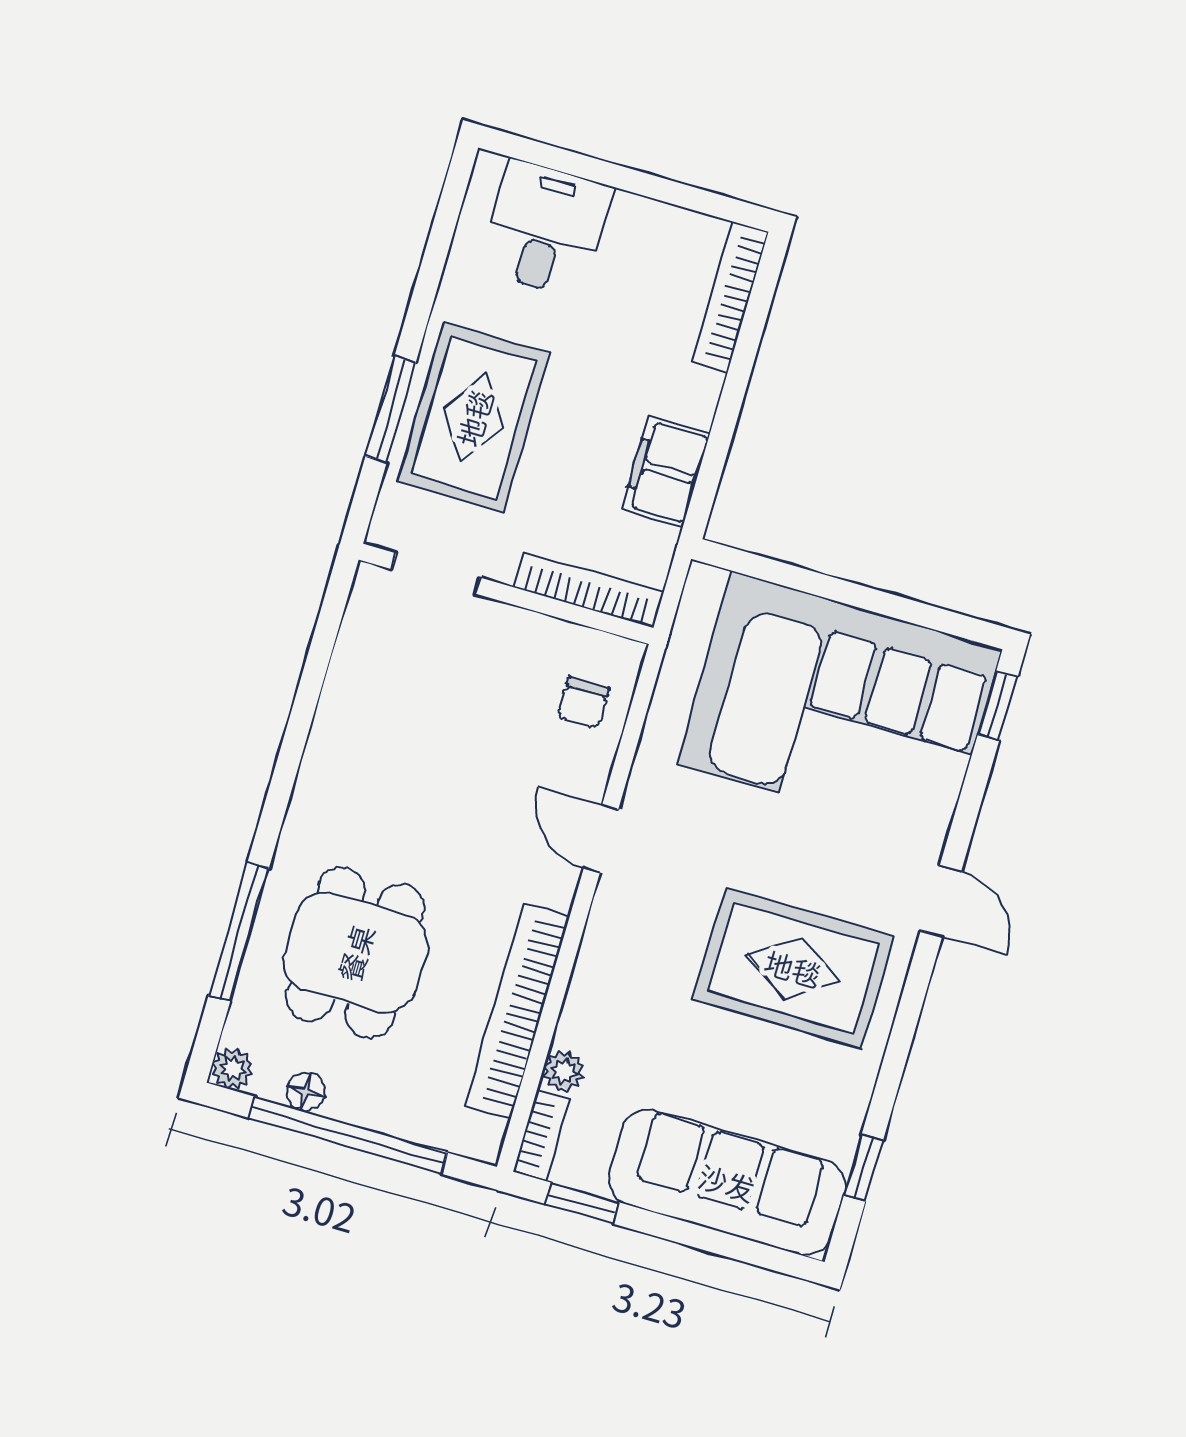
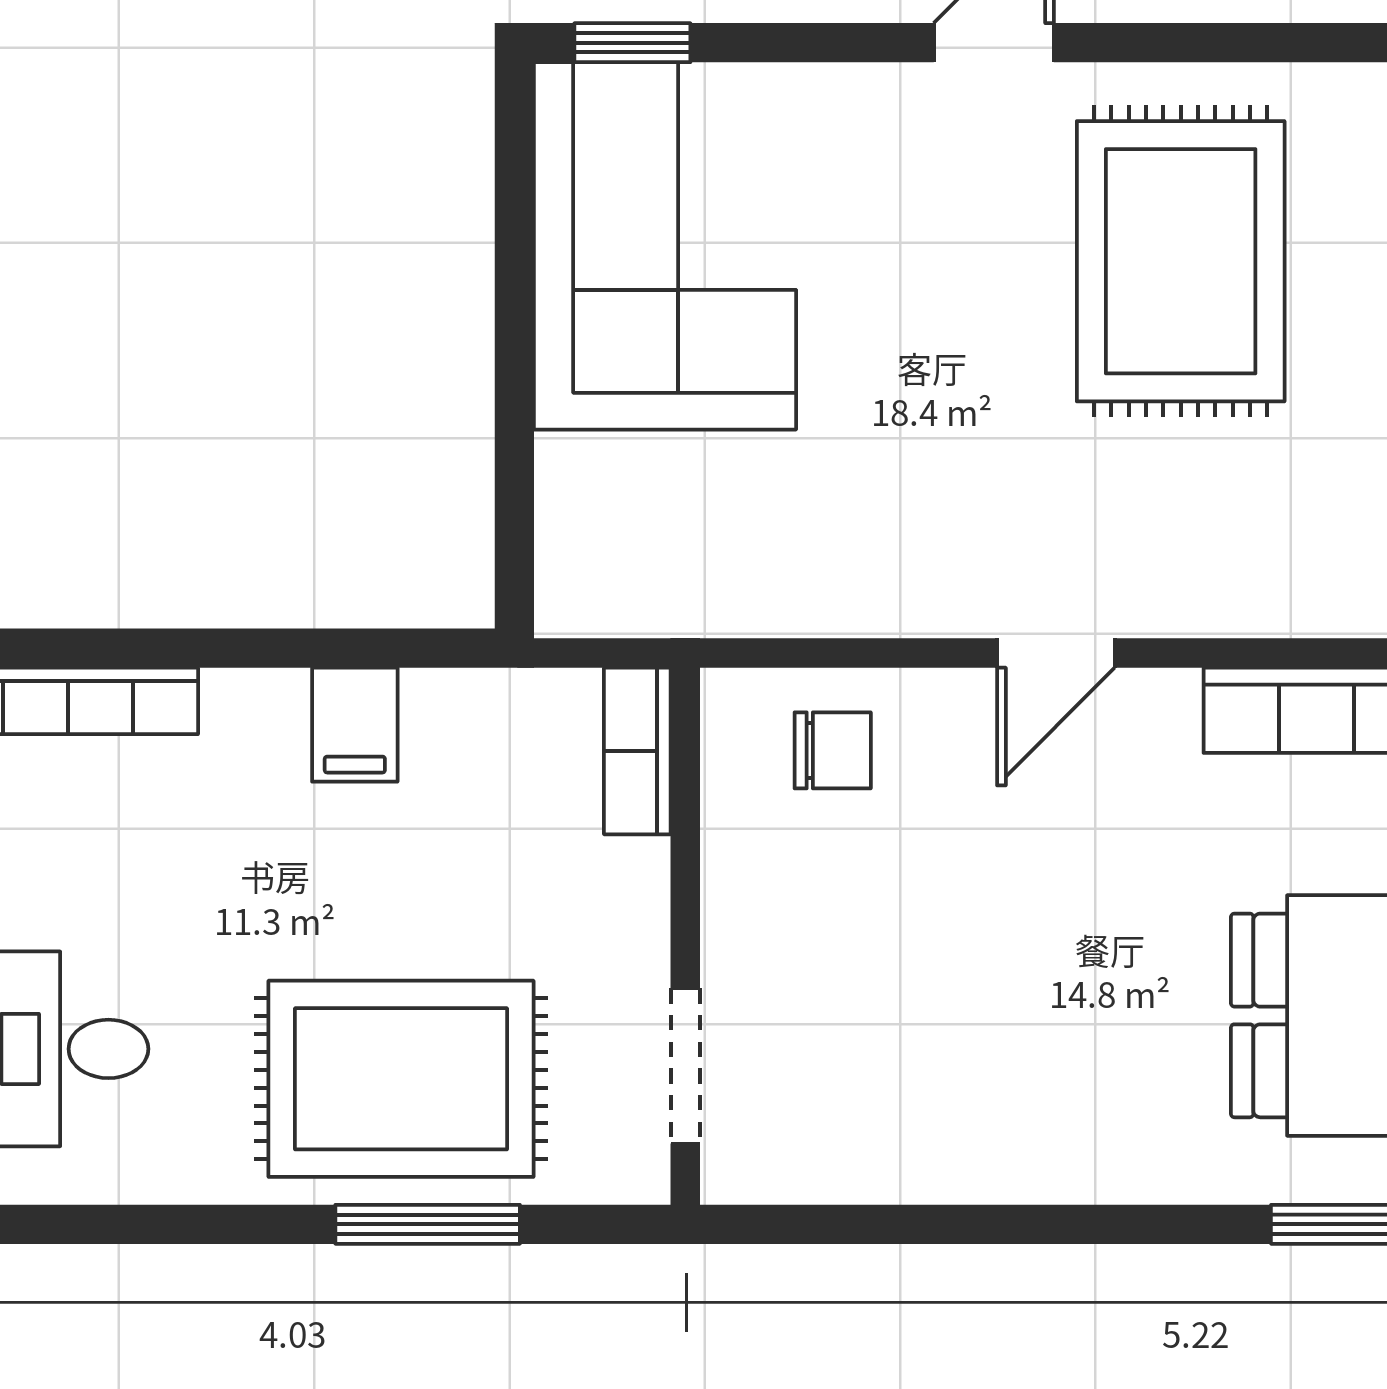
filing cabinet: (666, 471) -> (355, 725), width x0.50
bookcase: (588, 590) -> (637, 751), width x0.64
corner sofa: (839, 706) -> (665, 246), width x0.73, depth x0.74

